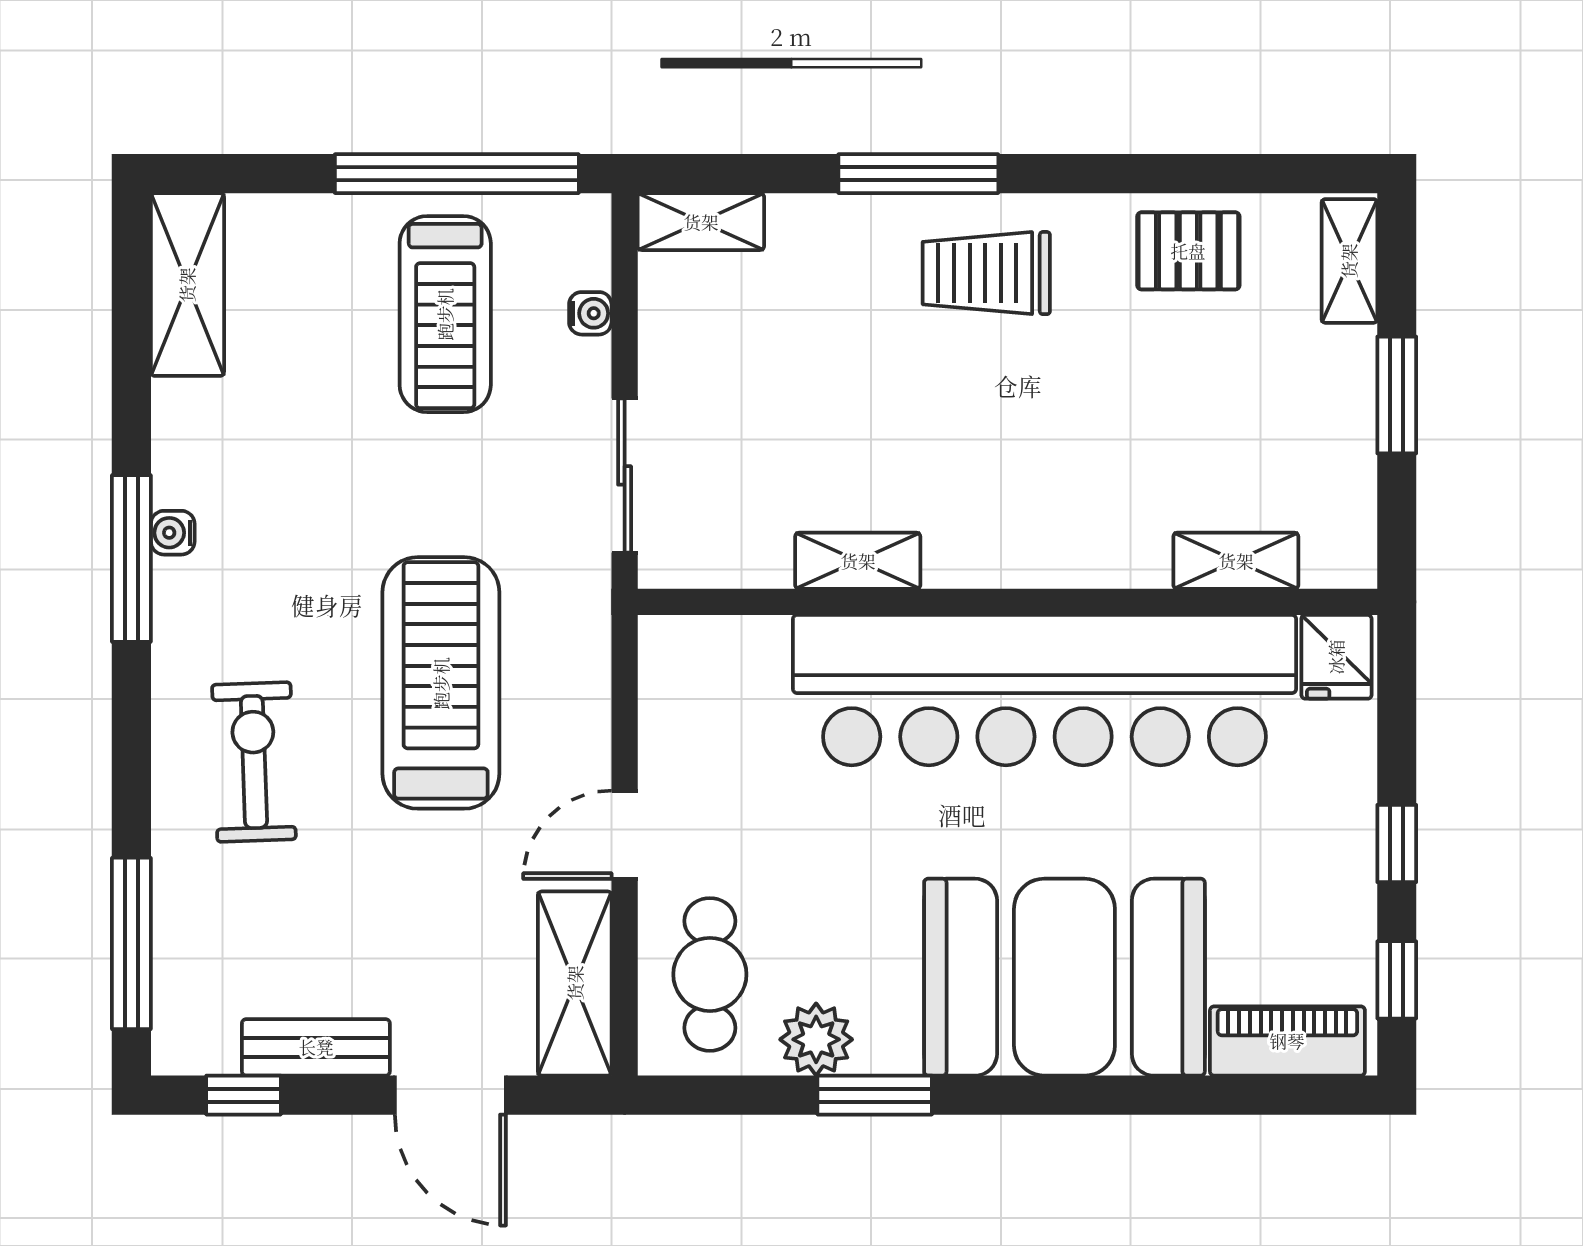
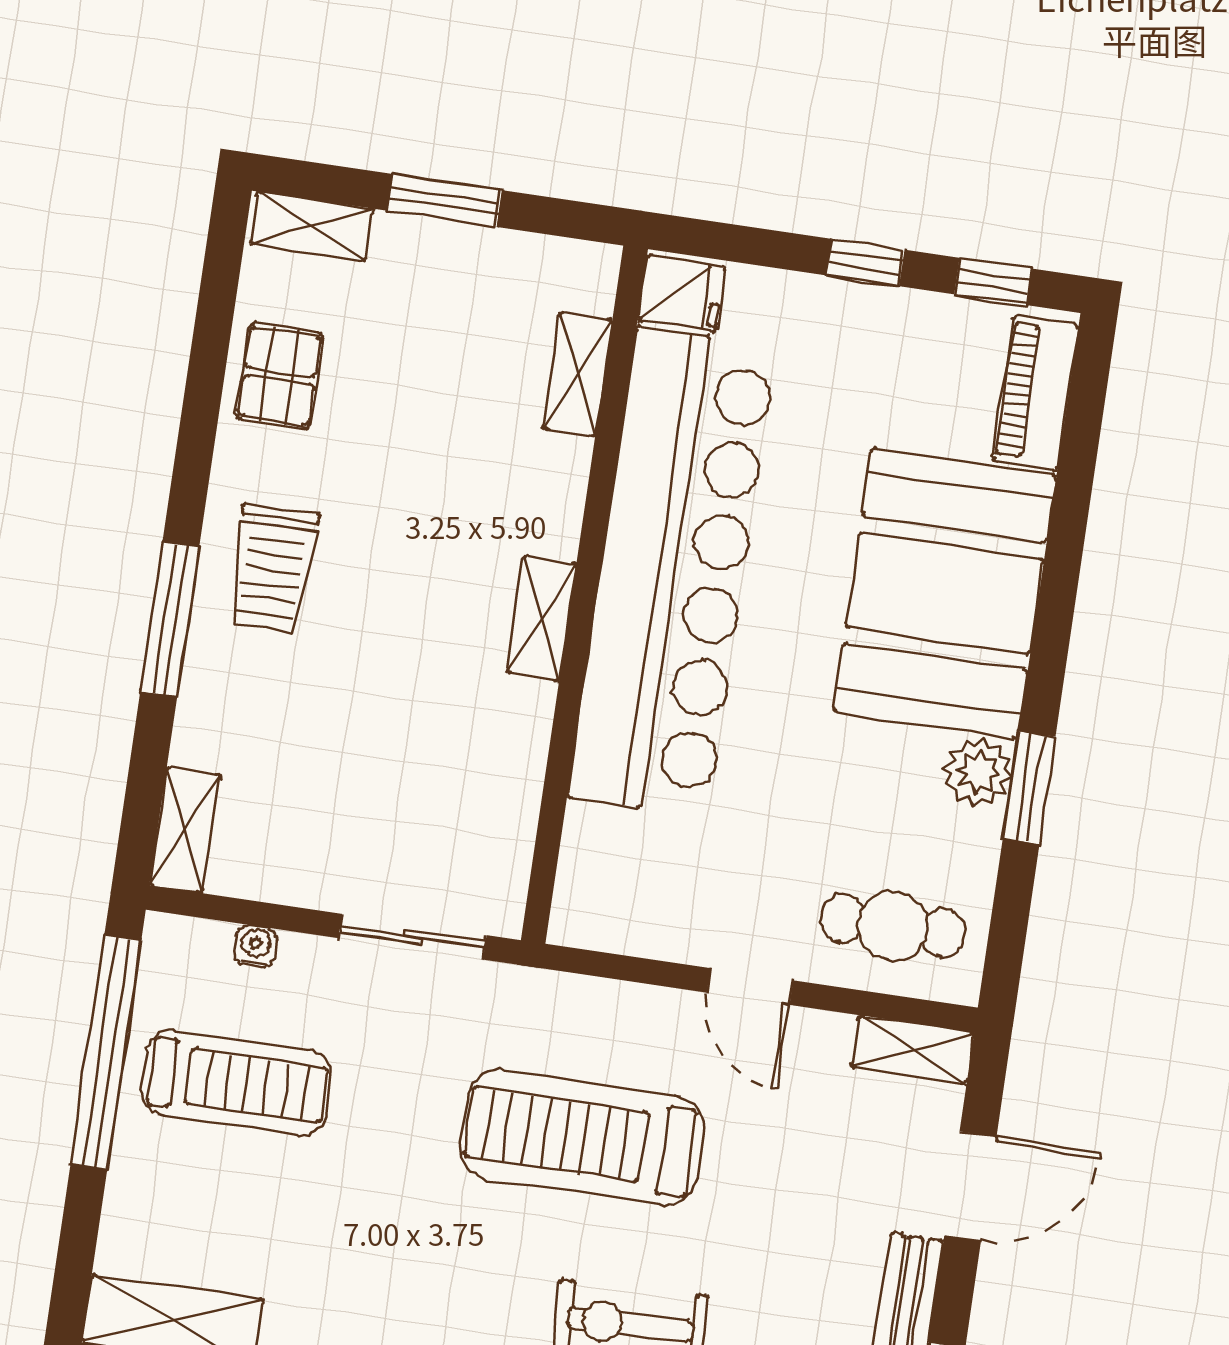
shelving: (858, 561) -> (541, 618), moved
shelving: (575, 983) -> (913, 1050), width x0.67, depth x0.75
plant: (816, 1039) -> (978, 773), moved

